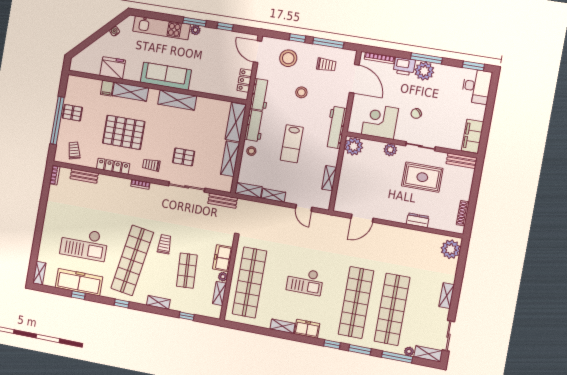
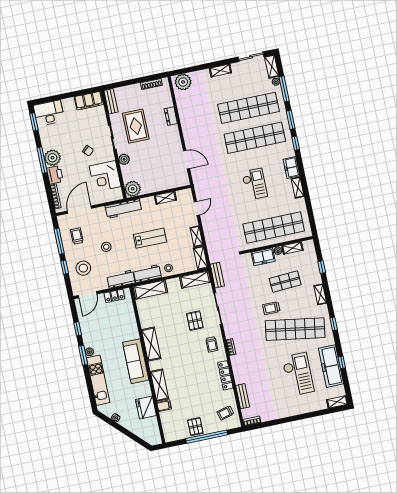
pallet: (124, 132) -> (194, 378), removed
shelving: (230, 159) -> (195, 280), moved

